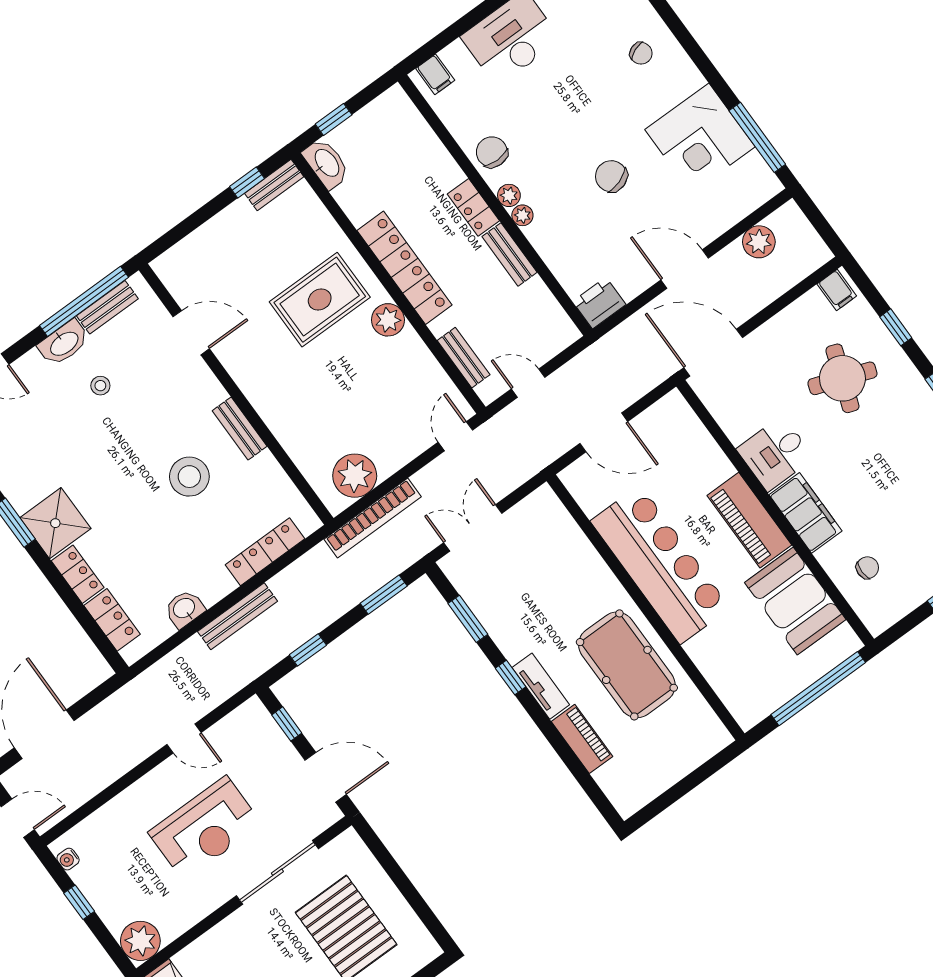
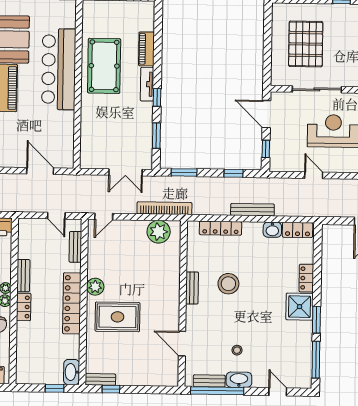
bar counter: (660, 565) -> (59, 69), moved
locker: (112, 620) -> (298, 230), moved, turned -90

